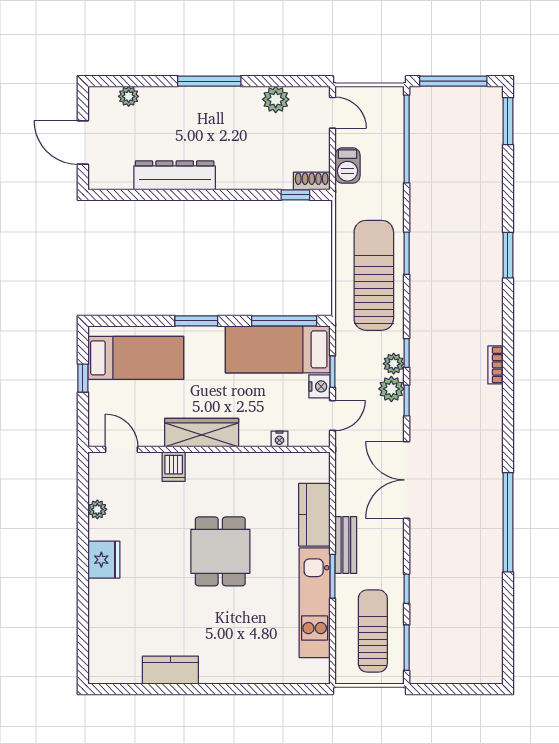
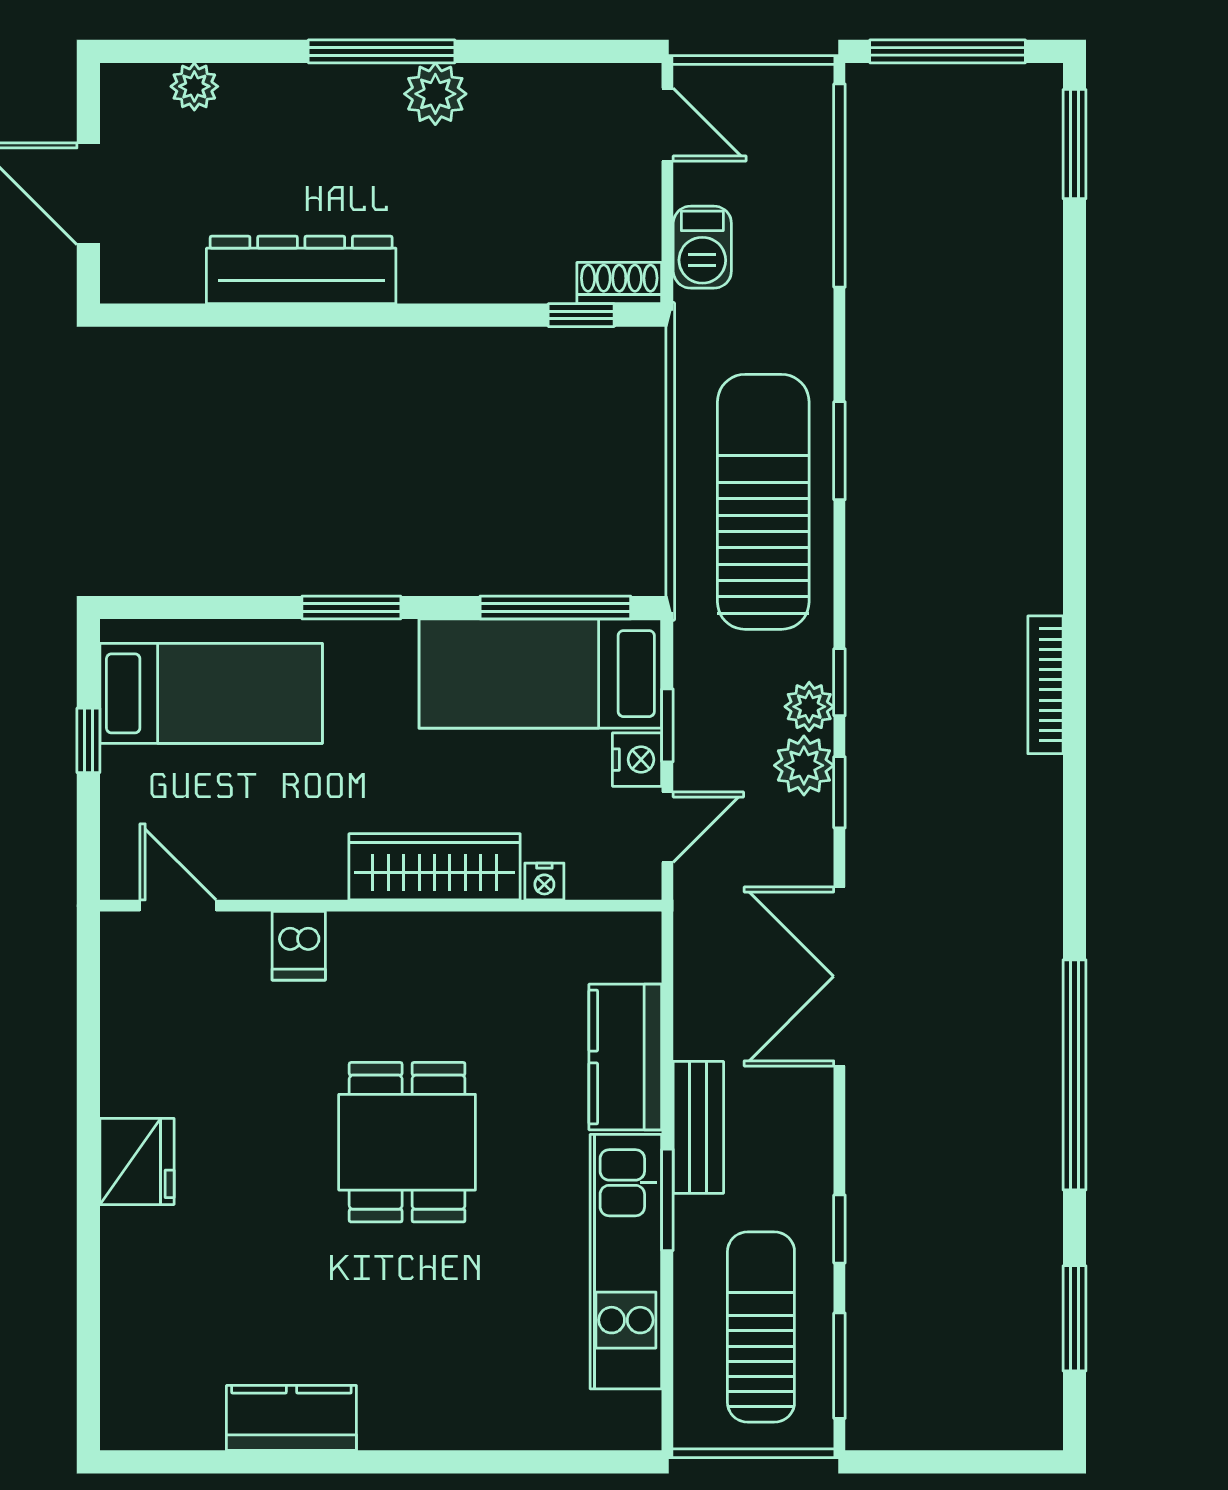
plant: (276, 99) -> (435, 94), moved
window: (508, 255) -> (1075, 1318), moved
bookcase: (495, 365) -> (1045, 685), width x1.56
wardrobe: (202, 433) -> (435, 867), moved
plant: (97, 509) -> (122, 1045), removed

